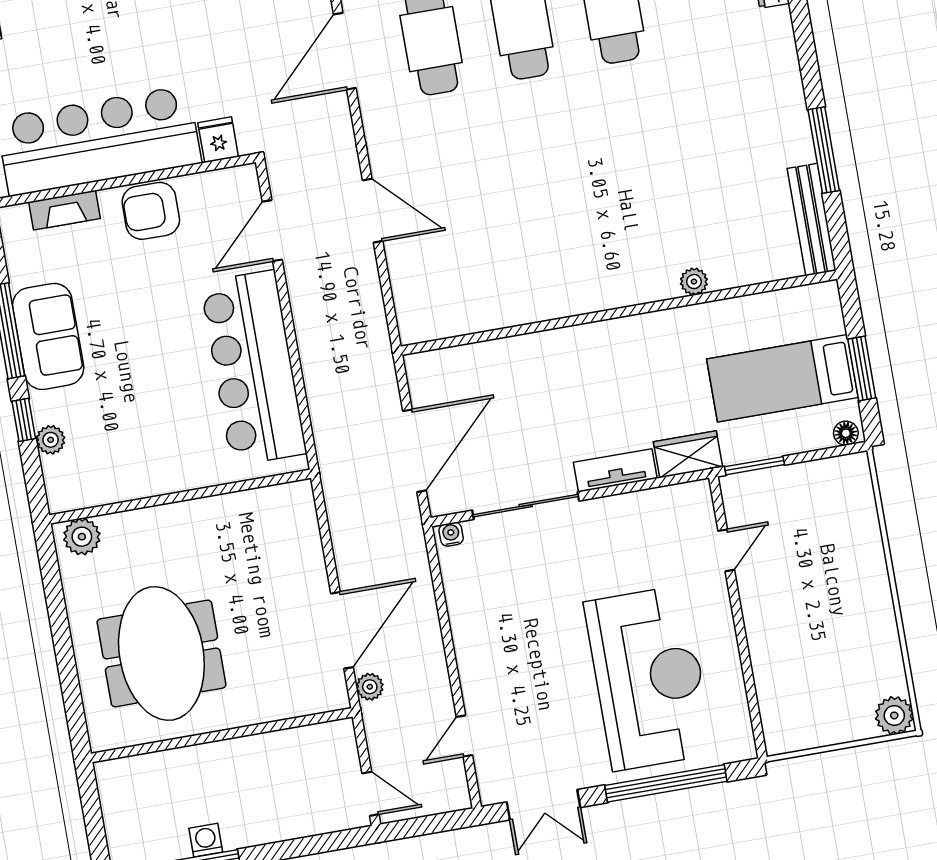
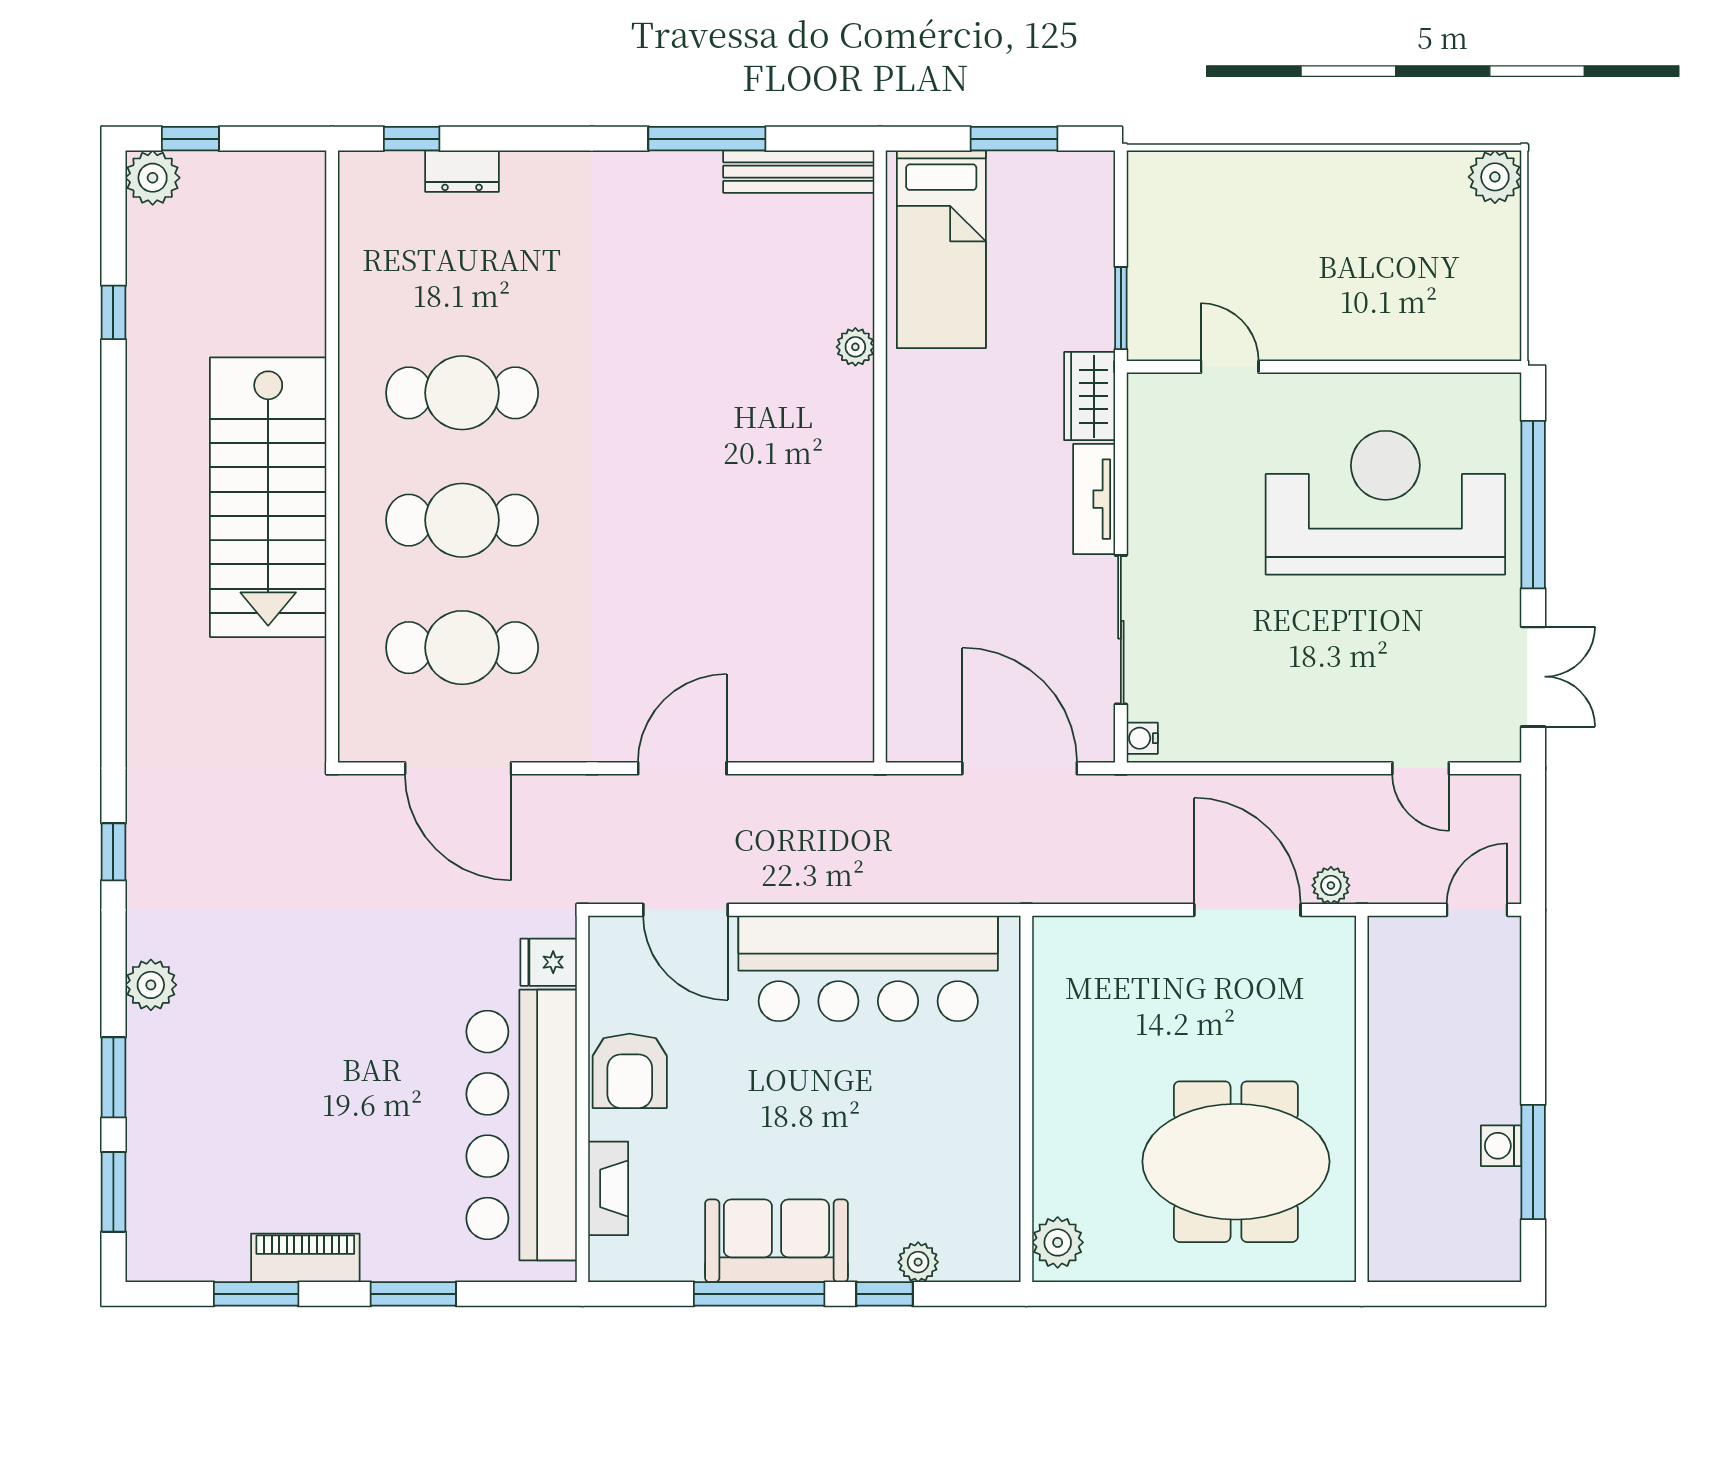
bed: (782, 378) -> (941, 249), moved
floor lamp: (846, 433) -> (1098, 176), removed

